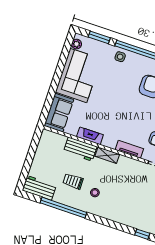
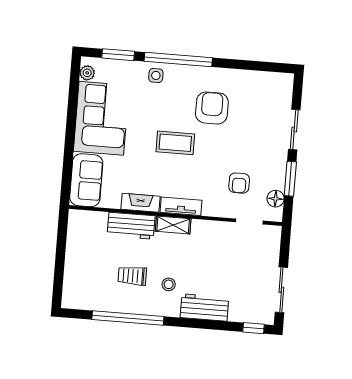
coffee table: (122, 103) -> (175, 143), added
tv unit: (129, 149) -> (181, 206), moved
workbench: (39, 188) -> (204, 307), moved

